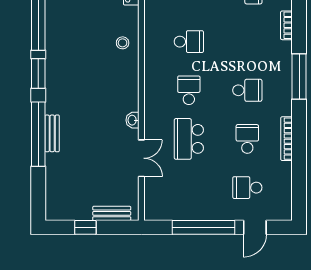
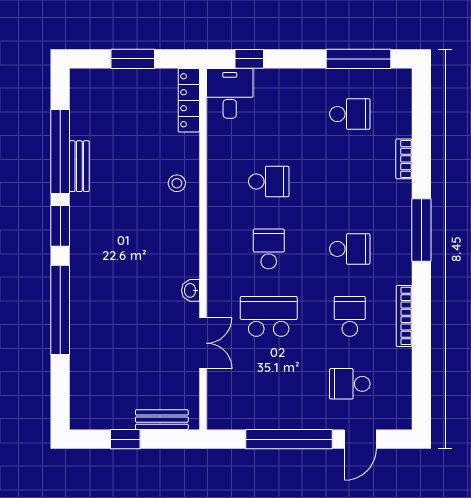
bench: (52, 133) -> (79, 166), moved
school desk: (189, 139) -> (269, 316), turned 90

